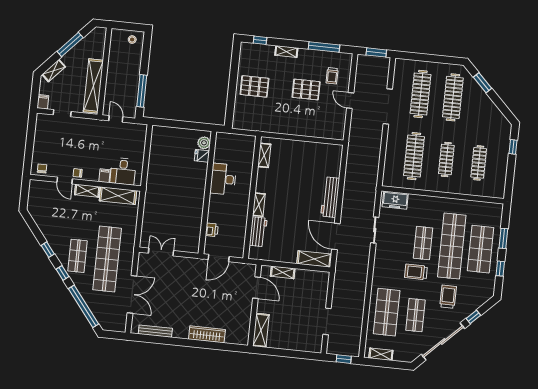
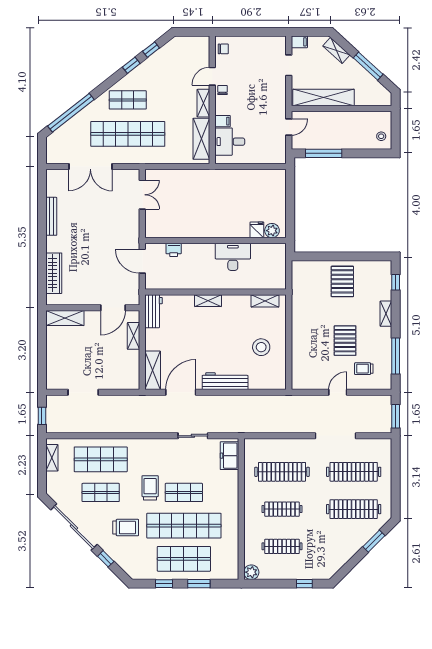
stool: (304, 163) -> (261, 347), added
plant: (498, 192) -> (251, 572), added
workbench: (258, 232) -> (154, 311), moved, turned -90
window: (62, 273) -> (151, 50), moved
bench: (155, 331) -> (51, 216), moved
wardrobe: (207, 334) -> (54, 273), moved

